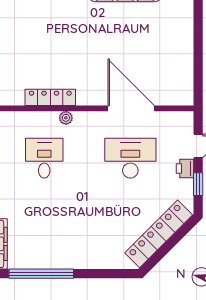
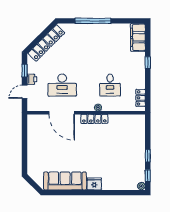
locker: (50, 97) -> (94, 119), moved
window: (41, 274) -> (93, 21), moved

